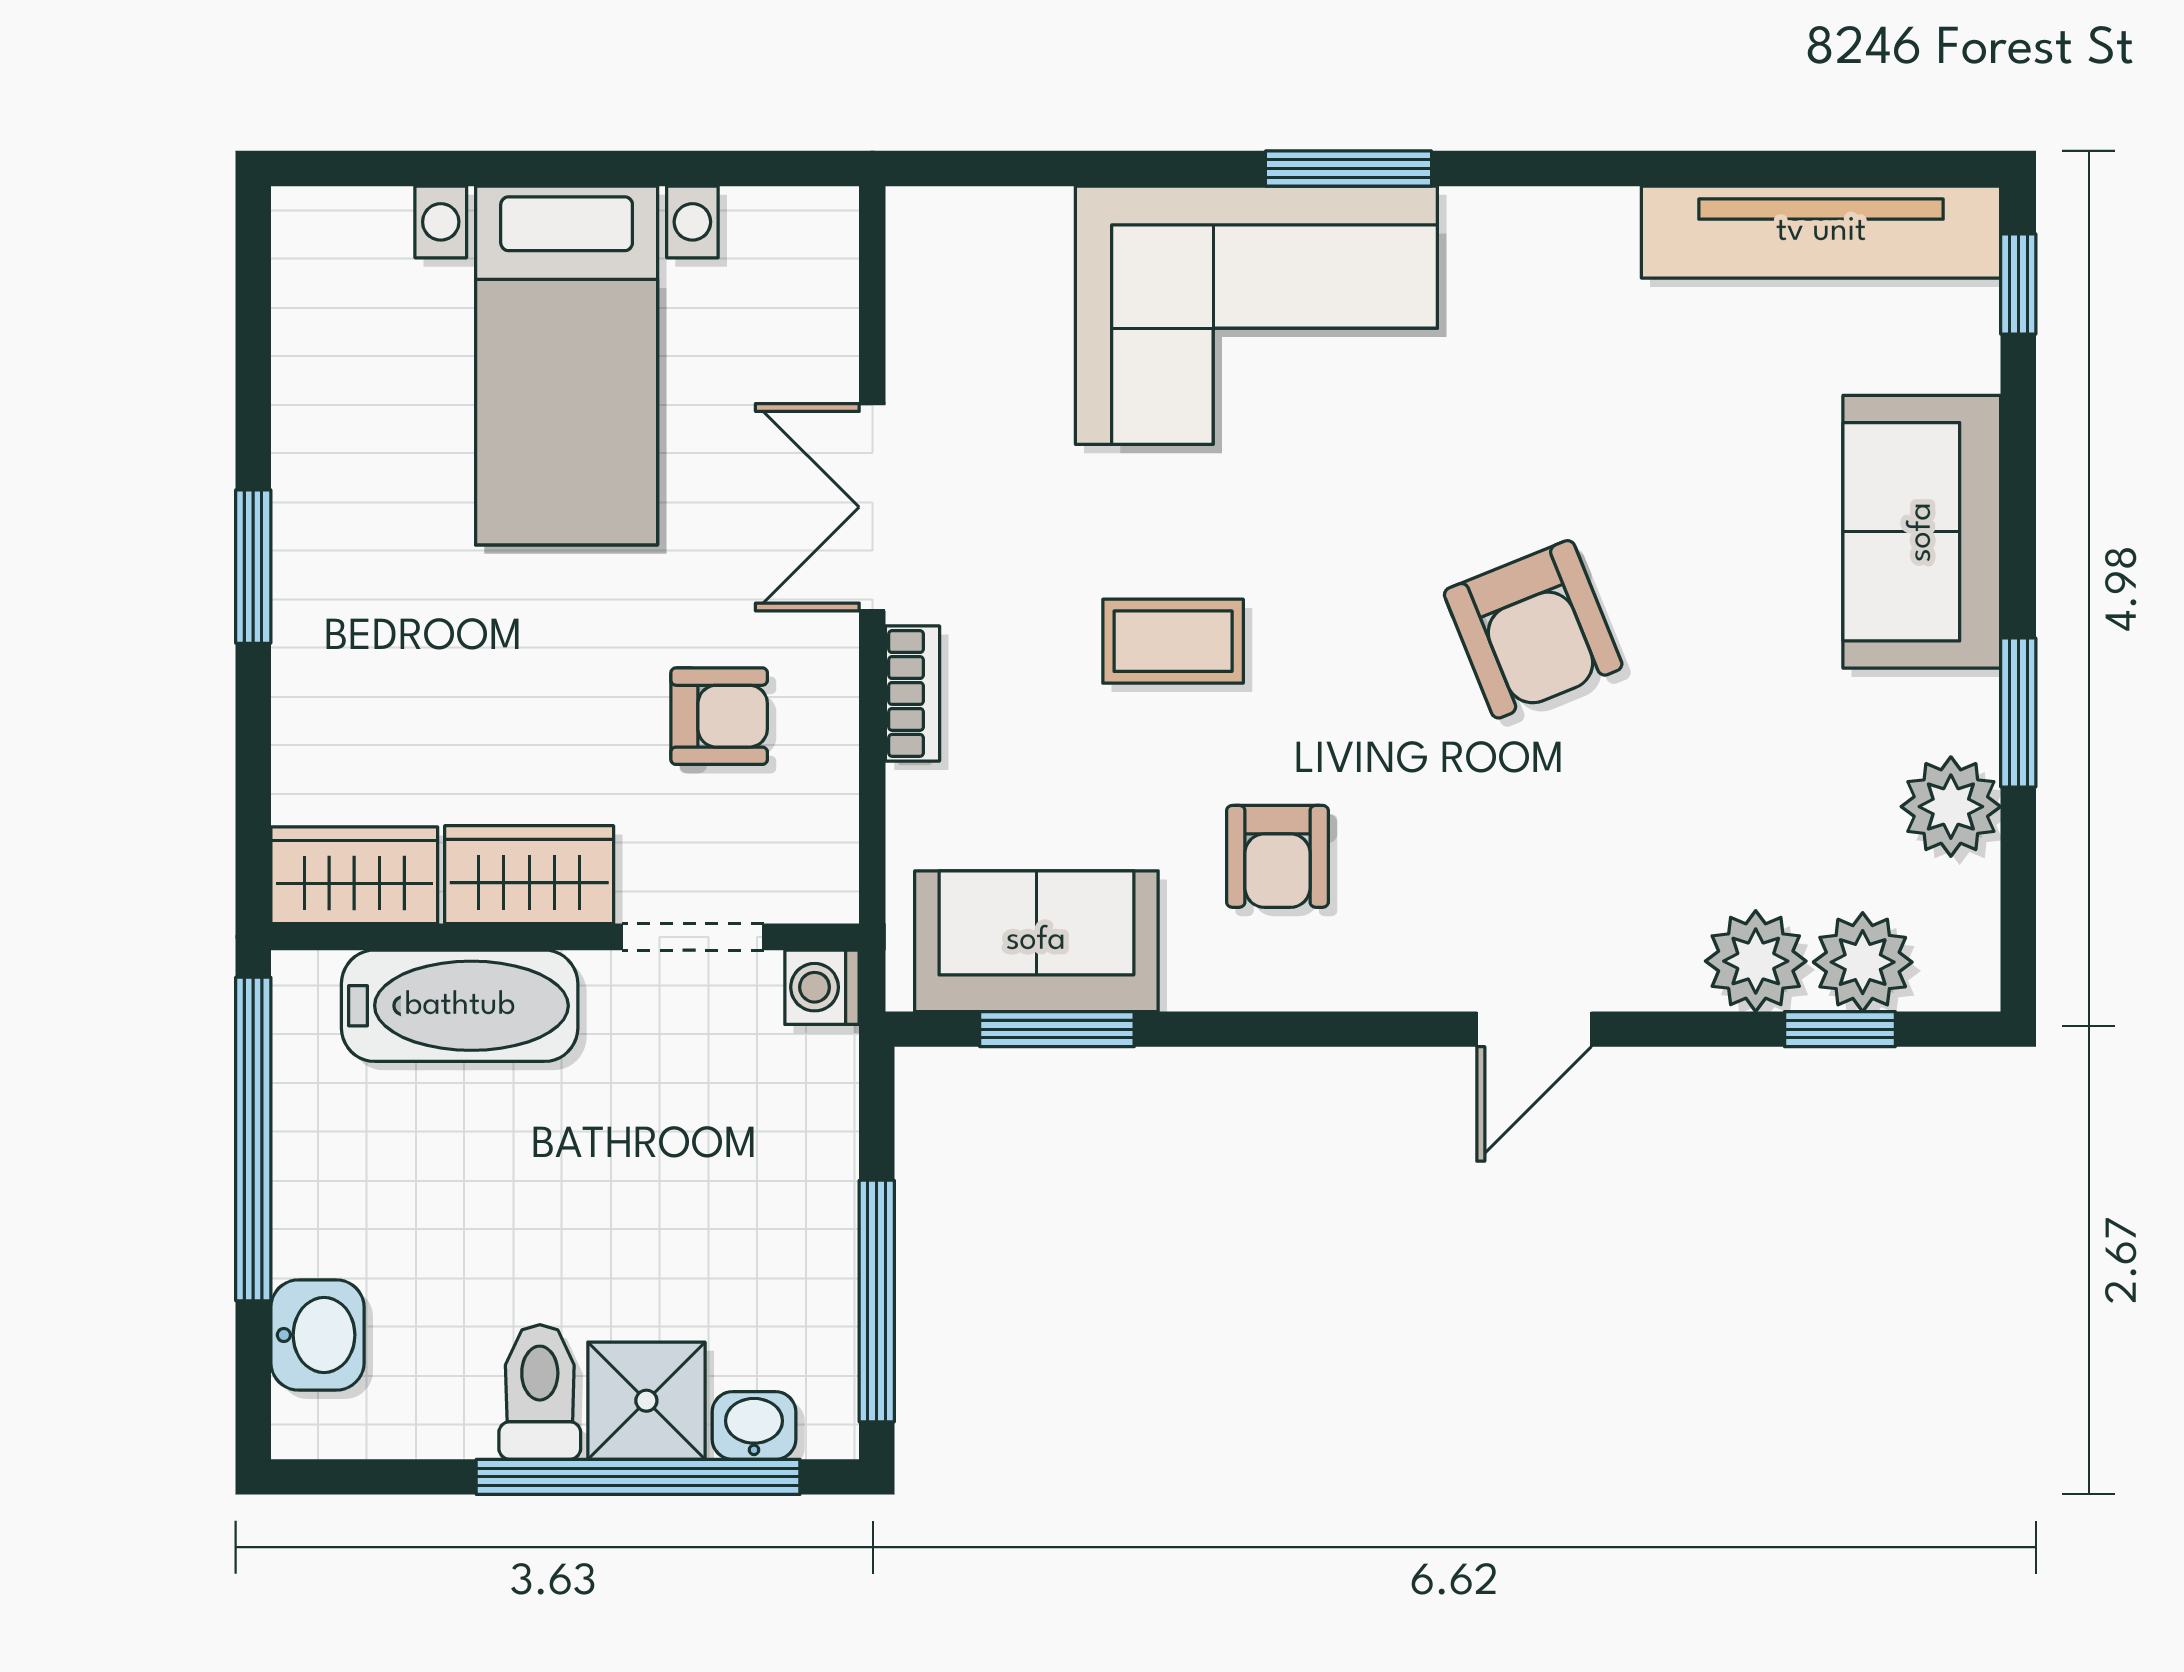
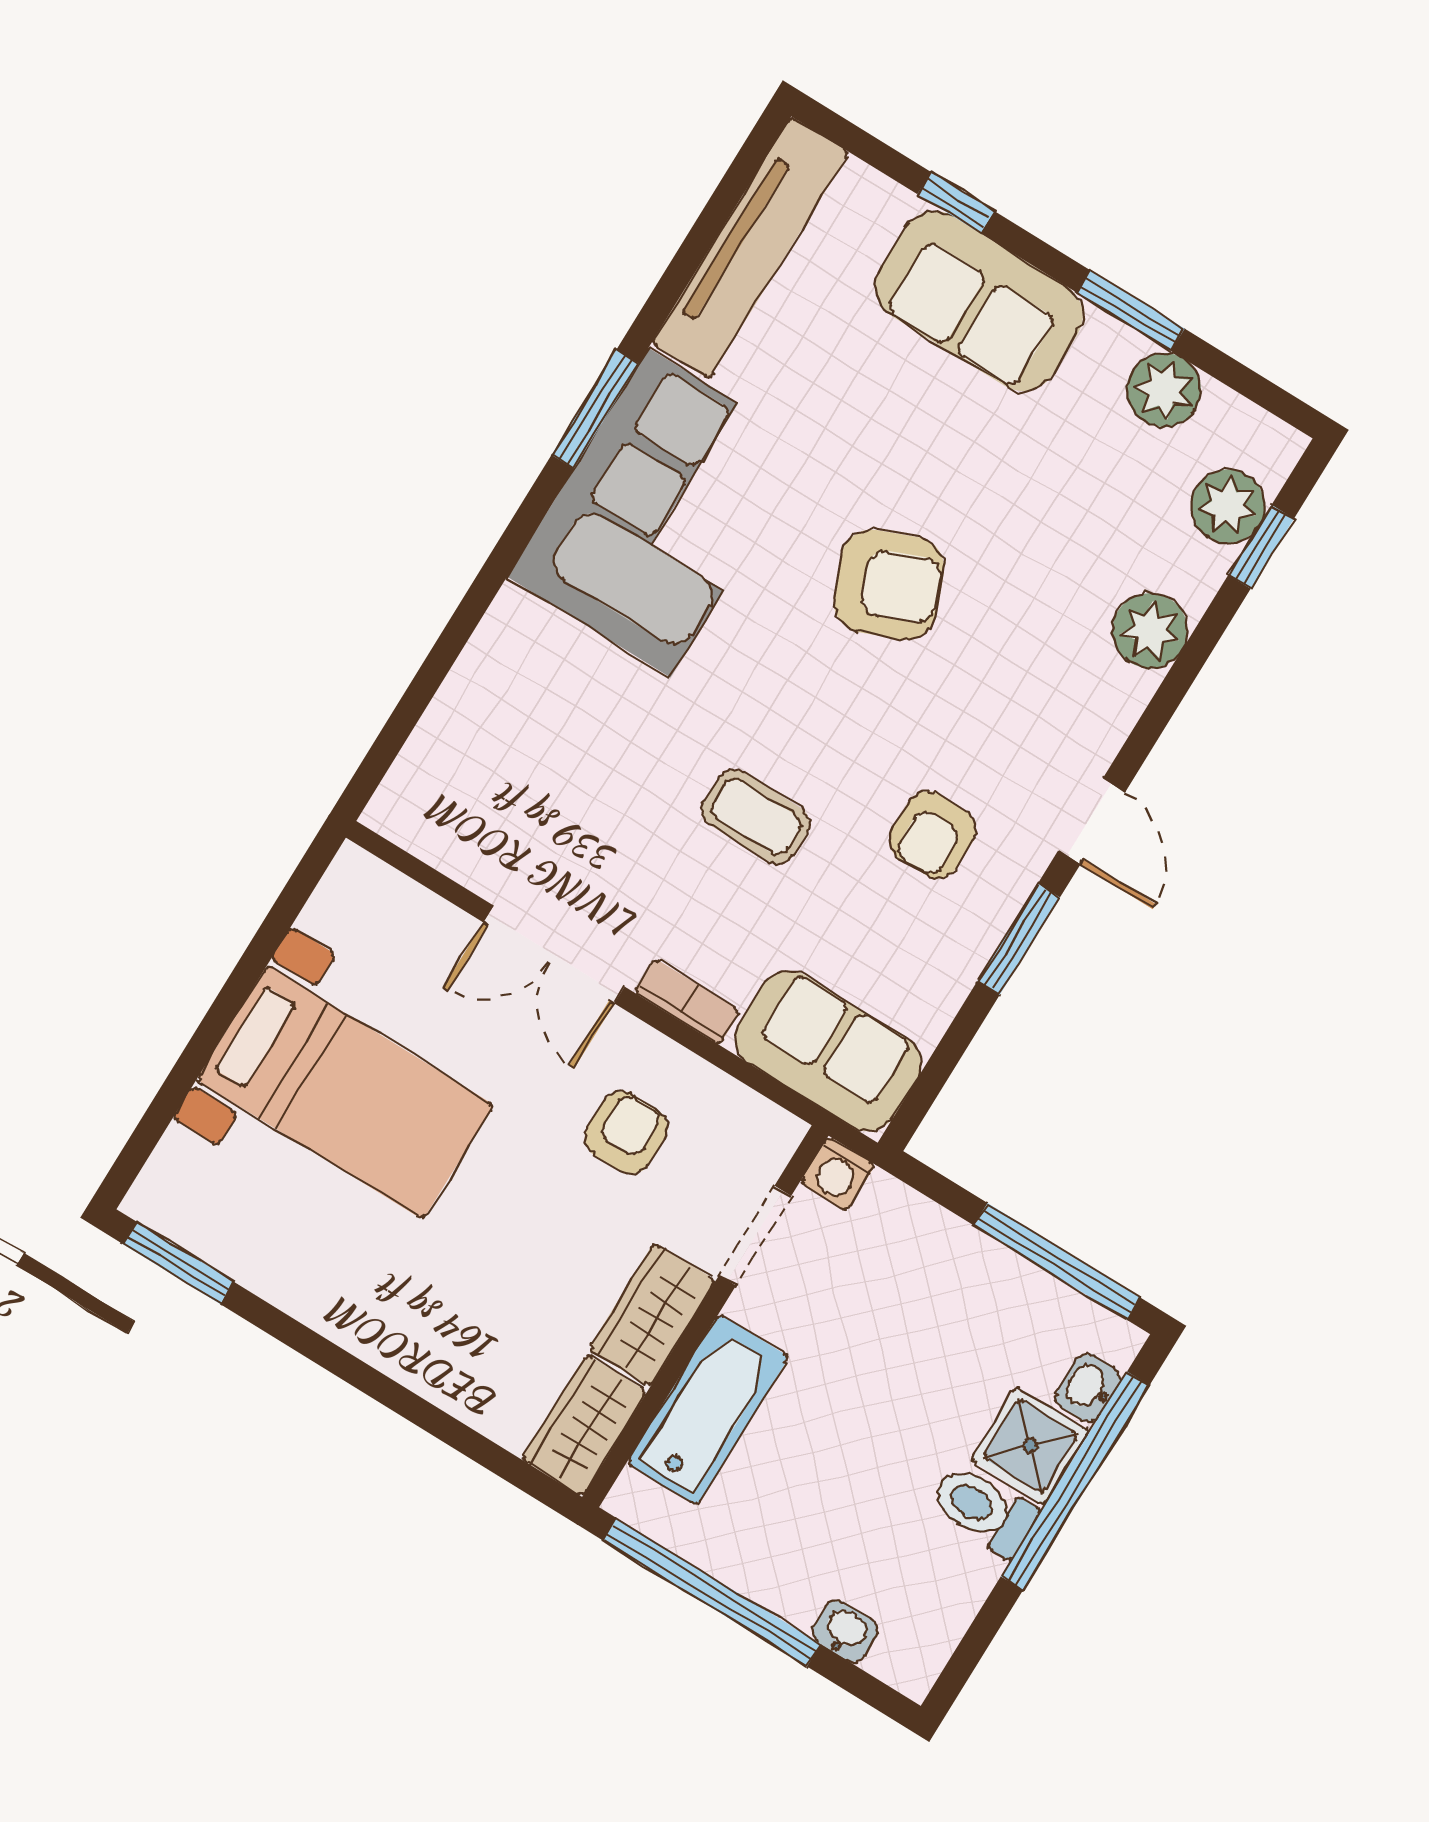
window: (1349, 168) -> (595, 409), moved
window: (2018, 284) -> (956, 203), moved
corner sofa: (1256, 315) -> (659, 513), moved
window: (253, 567) -> (179, 1263), moved
coffee table: (1173, 641) -> (756, 817), turned 90
armchair: (1277, 856) -> (933, 835), turned 90
sofa: (1036, 941) -> (828, 1051), moved, turned 90
plant: (1756, 961) -> (1150, 631), moved
window: (1057, 1029) -> (1019, 939), moved
door: (1534, 1029) -> (1092, 821), moved
washbasin: (317, 1335) -> (845, 1631), width x0.72, depth x0.69

